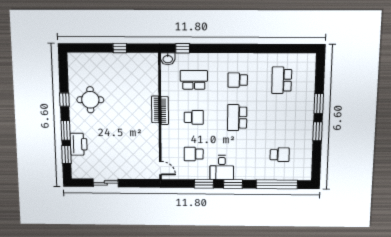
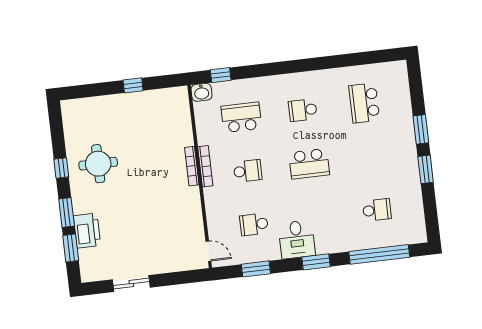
school desk: (237, 118) -> (309, 164), turned -90
window: (204, 184) -> (256, 269), moved

